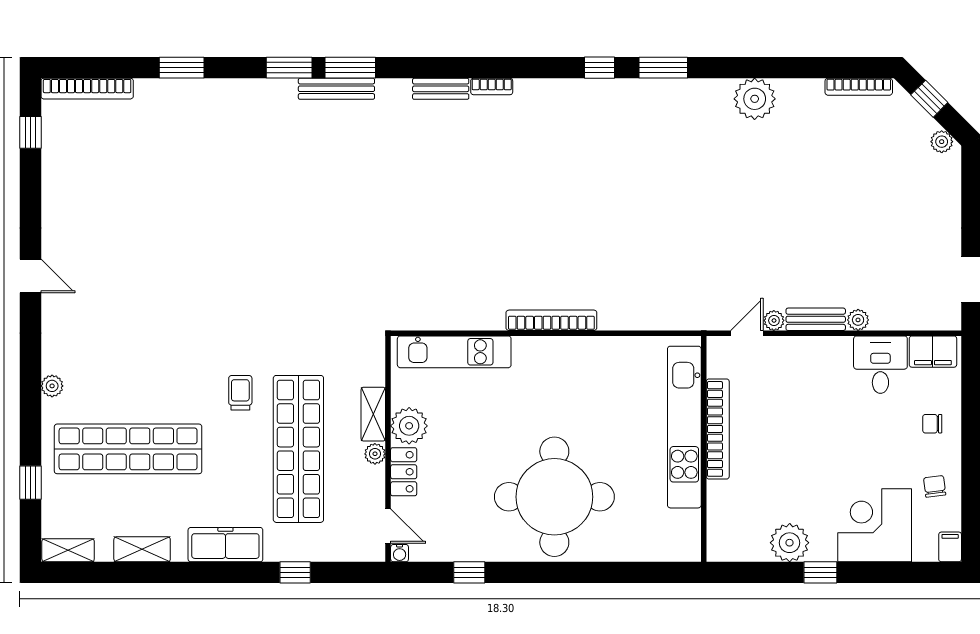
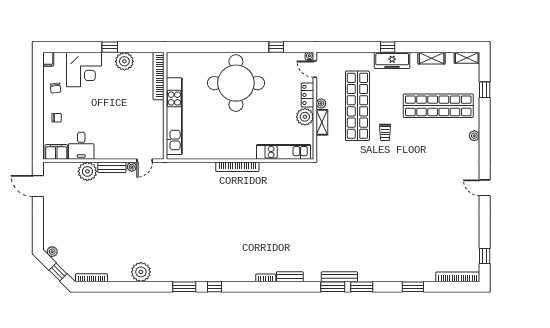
plant: (858, 320) -> (87, 171), width x1.87, depth x1.87
bookcase: (718, 429) -> (158, 76), moved
window: (295, 572) -> (388, 47), moved

